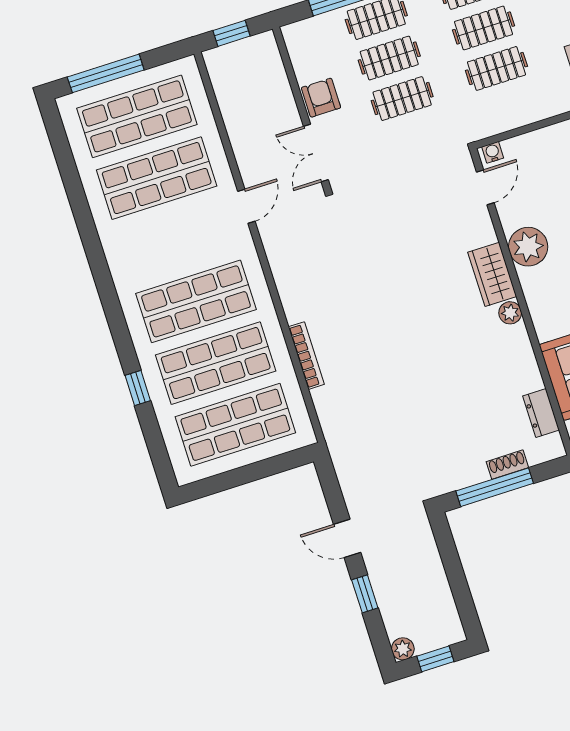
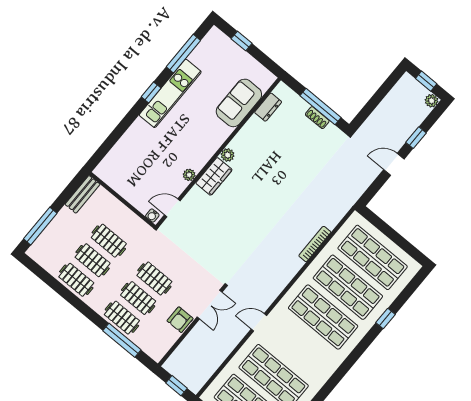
plant: (528, 247) -> (189, 175), width x0.53, depth x0.53
shoe rack: (507, 465) -> (317, 118), moved
door: (347, 538) -> (394, 164), swing flipped

